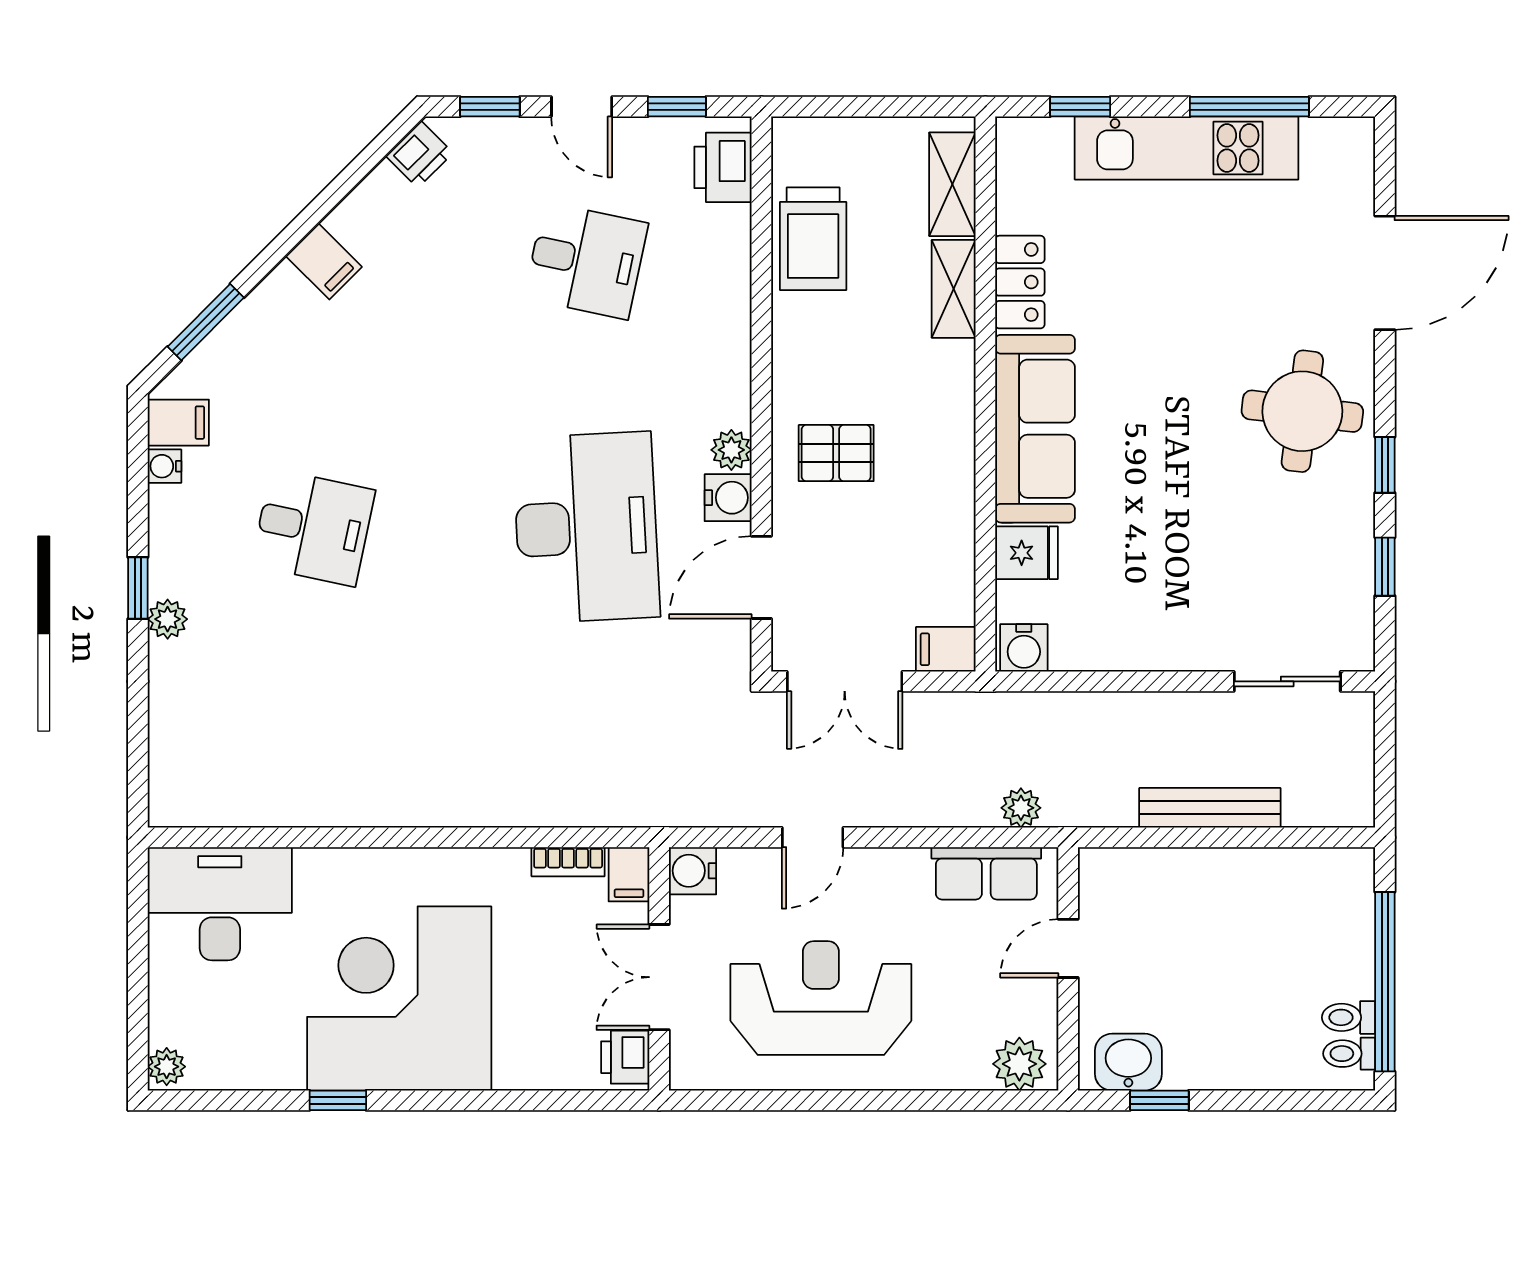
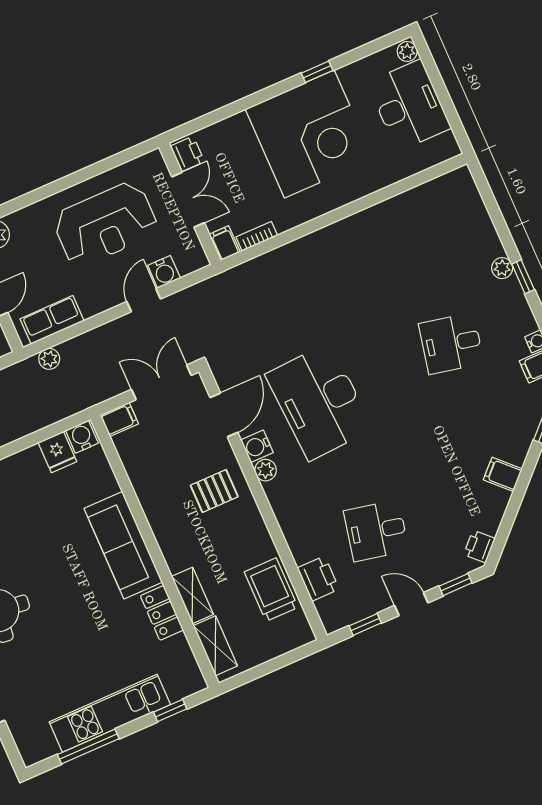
printer: (723, 167) -> (318, 579), moved
fridge: (1027, 553) -> (57, 452), moved, turned -90
water cooler: (693, 871) -> (164, 272), moved, turned 90
desk: (220, 904) -> (409, 105), moved, turned -90

